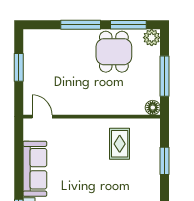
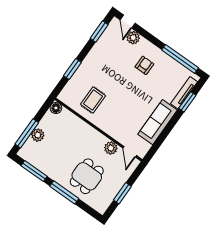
plant: (152, 38) -> (38, 135), moved
dining table: (114, 52) -> (87, 176), moved
window: (164, 76) -> (27, 133), moved
plant: (65, 106) -> (111, 148), added

